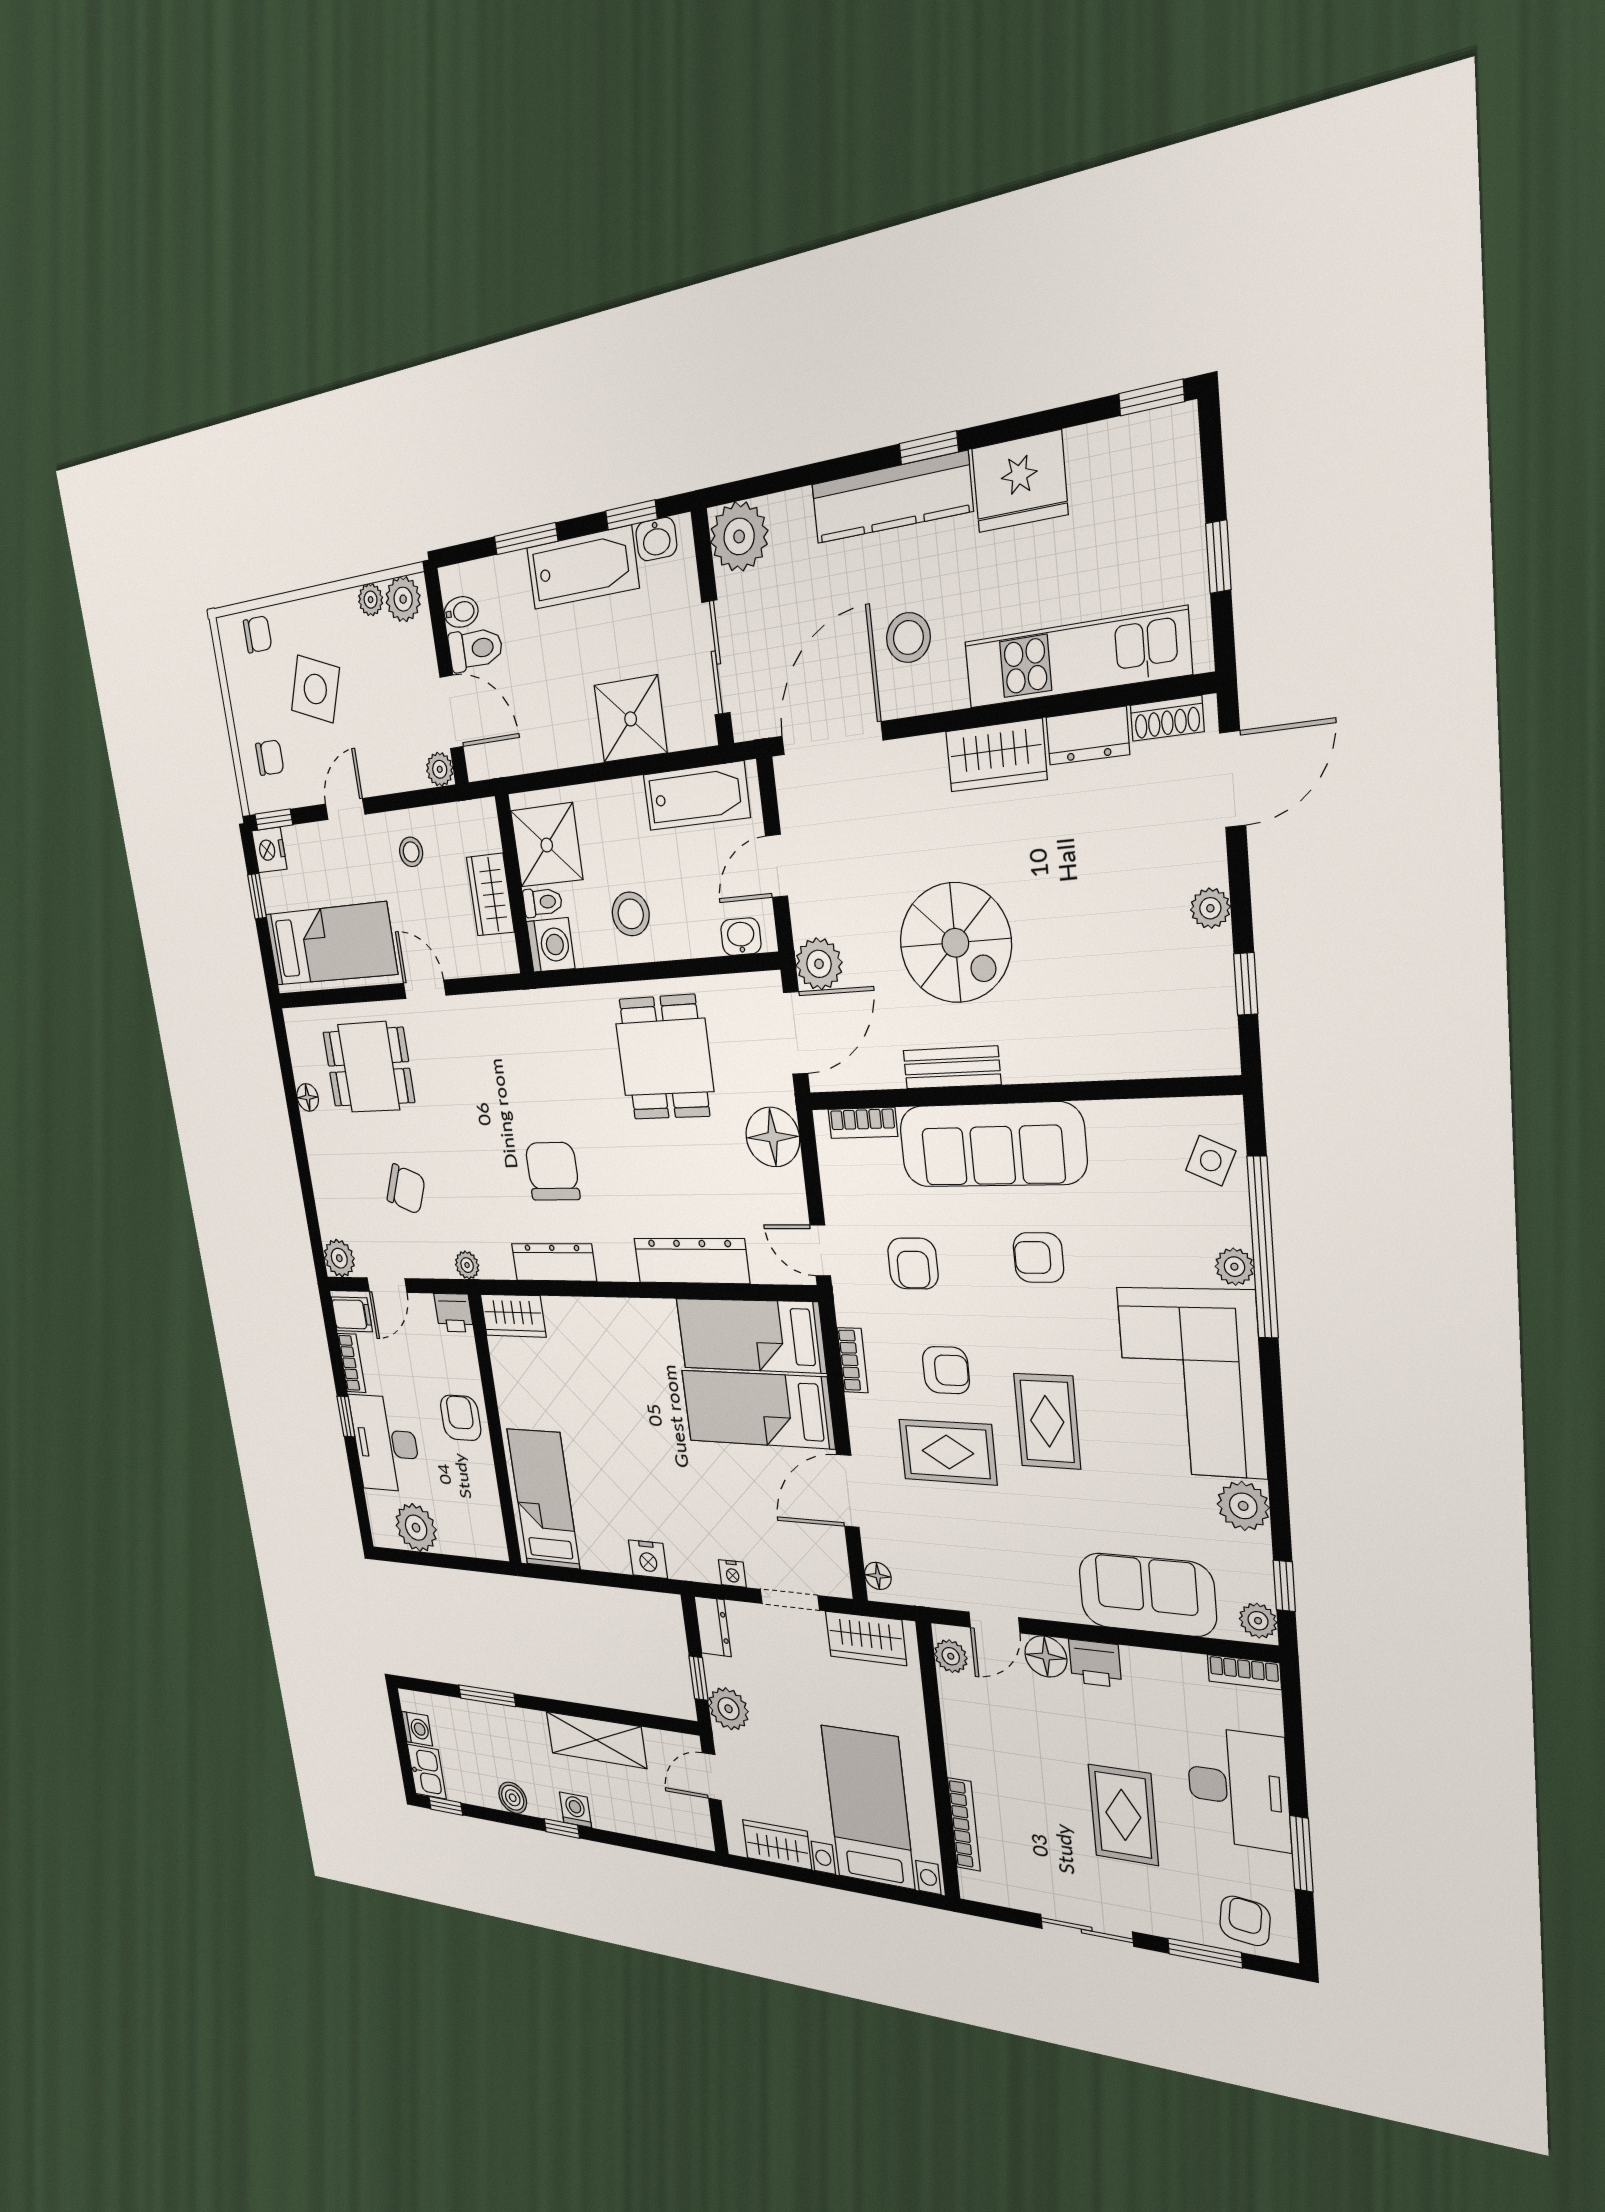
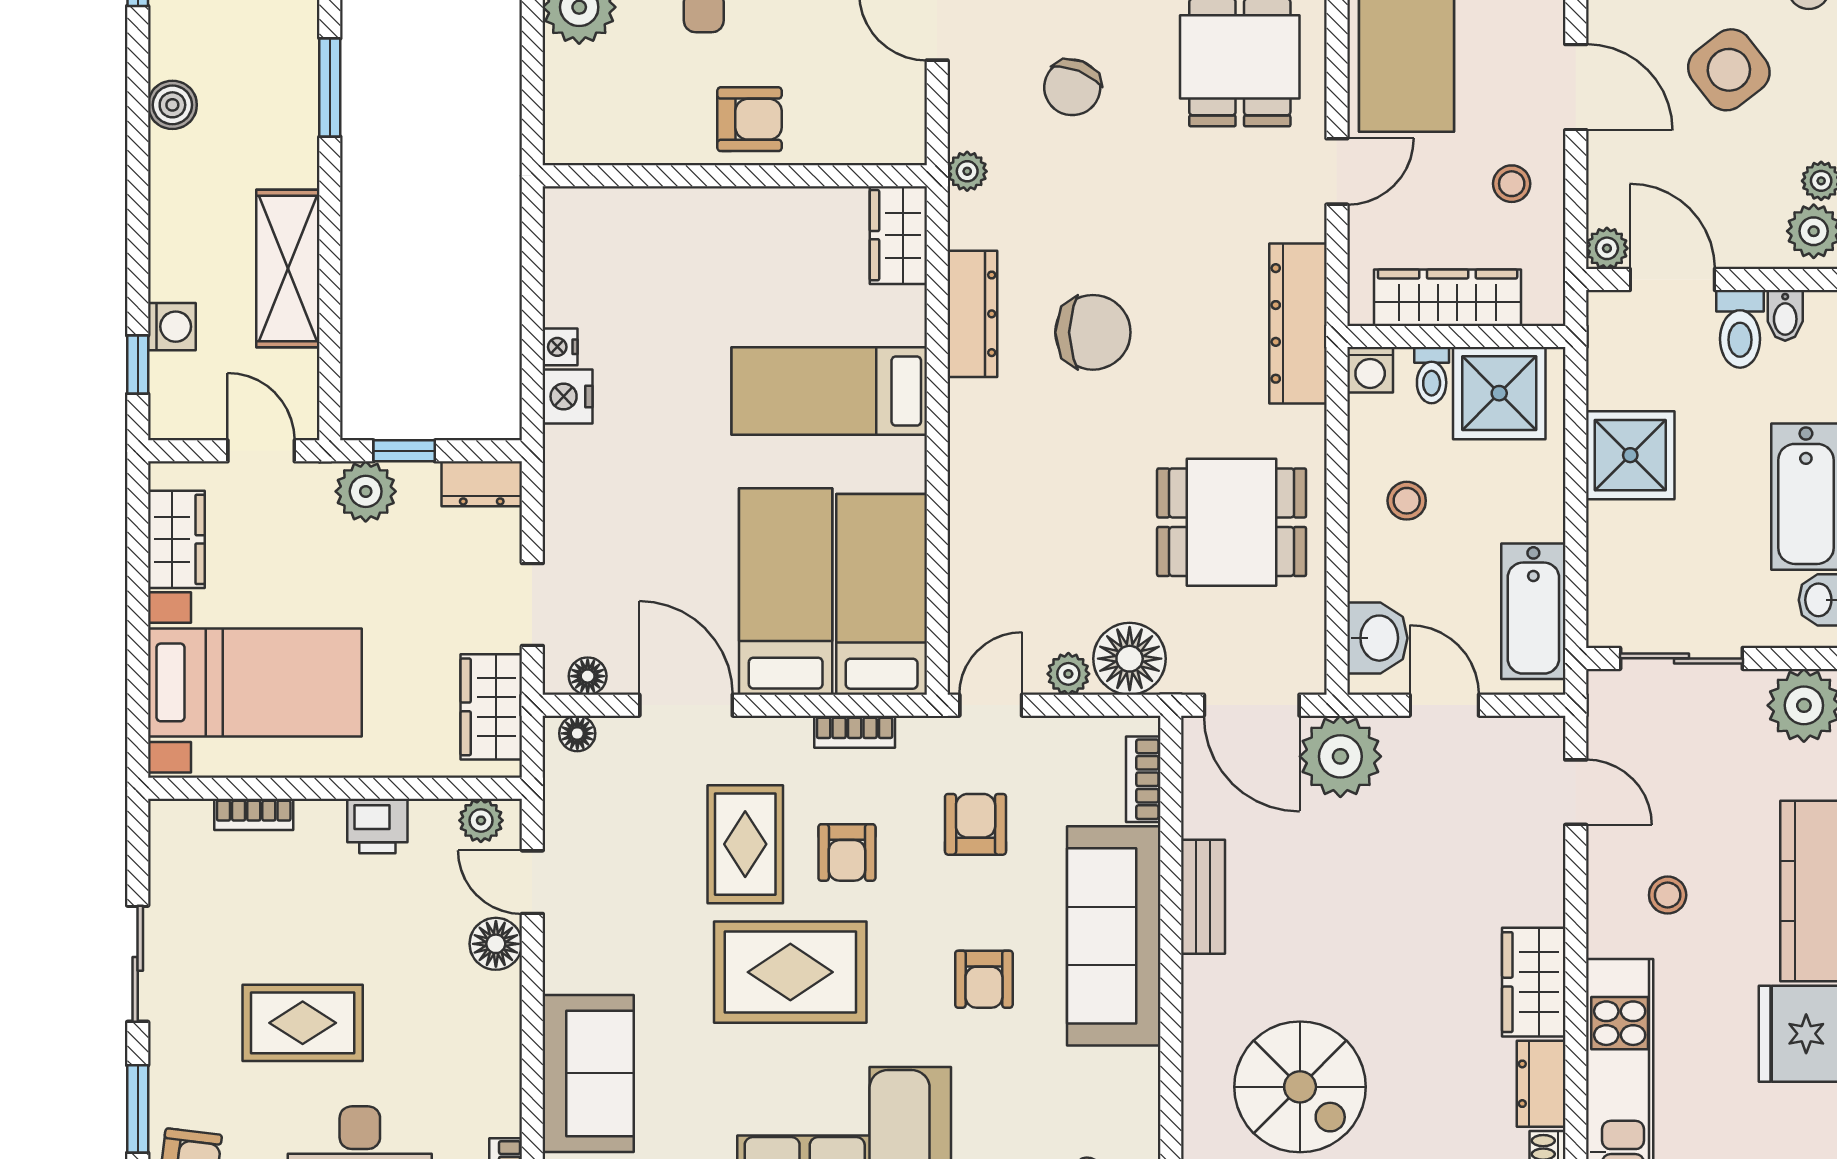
stool: (908, 638) -> (1668, 895), width x0.73, depth x0.73
side table: (315, 689) -> (1729, 70), turned 31
door: (452, 712) -> (1672, 280), swing flipped
shower: (631, 719) -> (1630, 455), moved
door: (832, 738) -> (1576, 792), width x0.53
door: (345, 809) -> (1576, 87), width x1.38
wardrobe: (490, 895) -> (1448, 298), width x1.50
stool: (631, 914) -> (1407, 501), width x0.73, depth x0.73
washbasin: (741, 937) -> (1377, 638), width x1.38, depth x1.45
spiral stairs: (955, 943) -> (1300, 1087), moved, turned -90
washing machine: (551, 945) -> (1370, 370), width x0.73, depth x0.73
plant: (819, 964) -> (1340, 756), width x1.36, depth x1.36
plant: (790, 1187) -> (1068, 674), added
armchair: (1038, 1258) -> (984, 979), turned 180
dresser: (691, 1261) -> (1298, 323), moved, turned 180
armchair: (913, 1264) -> (976, 824), turned 90
printer: (454, 1313) -> (900, 136), removed
rug: (1047, 1421) -> (790, 972), width x1.36, depth x1.43
bed: (543, 1499) -> (829, 391), moved, turned 180
floor lamp: (835, 1564) -> (588, 676), added
nightstand: (732, 1573) -> (560, 347), moved
printer: (1095, 1663) -> (377, 826), moved, turned -90
washing machine: (575, 1810) -> (172, 327), moved
bookcase: (964, 1824) -> (254, 814), width x0.64
window: (562, 1828) -> (138, 365), moved

